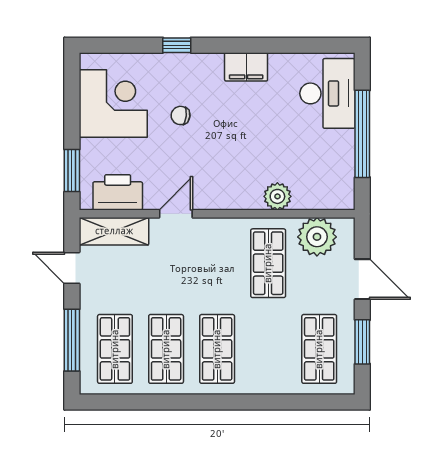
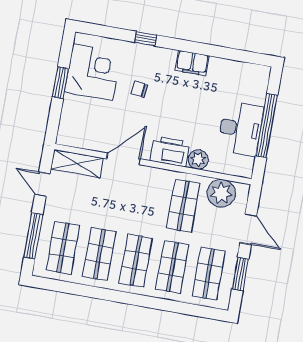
desk: (327, 93) -> (240, 129), moved
window: (72, 171) -> (61, 83), moved
printer: (118, 192) -> (170, 151), moved
door: (176, 214) -> (124, 159), width x1.38
shop shelf: (268, 349) -> (172, 267), added

